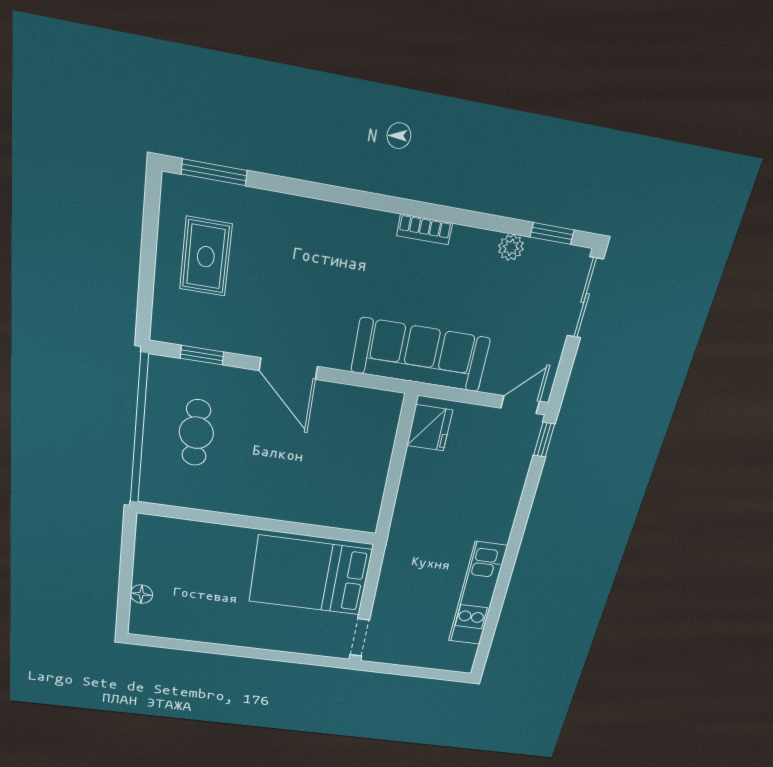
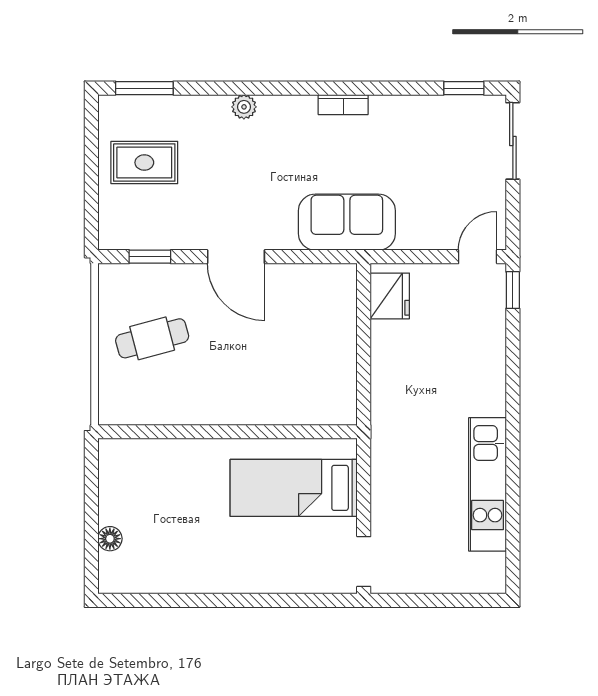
plant: (511, 247) -> (244, 107), moved
rug: (206, 257) -> (144, 163), turned 90
sofa: (420, 355) -> (347, 222), width x0.73
cafe table: (196, 433) -> (152, 338), turned 75
bed: (310, 576) -> (294, 488), width x0.67

